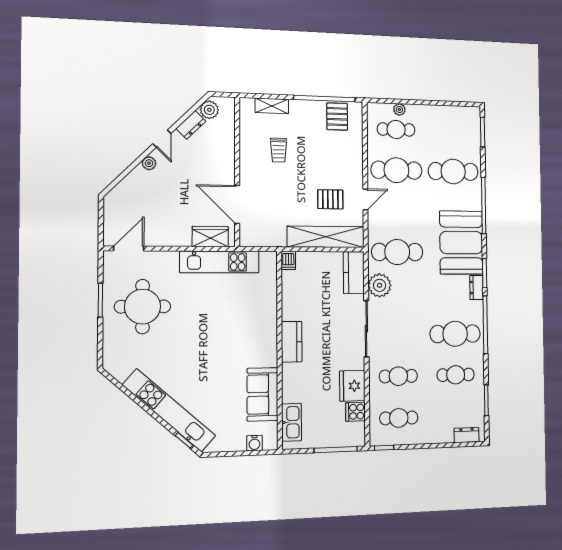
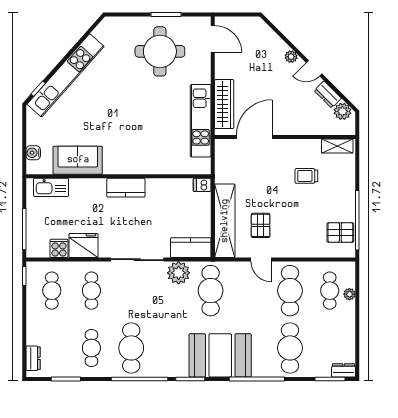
shelving: (272, 106) -> (337, 146), moved, turned 90
wardrobe: (210, 237) -> (224, 104), width x1.50
dresser: (476, 288) -> (344, 370), moved

